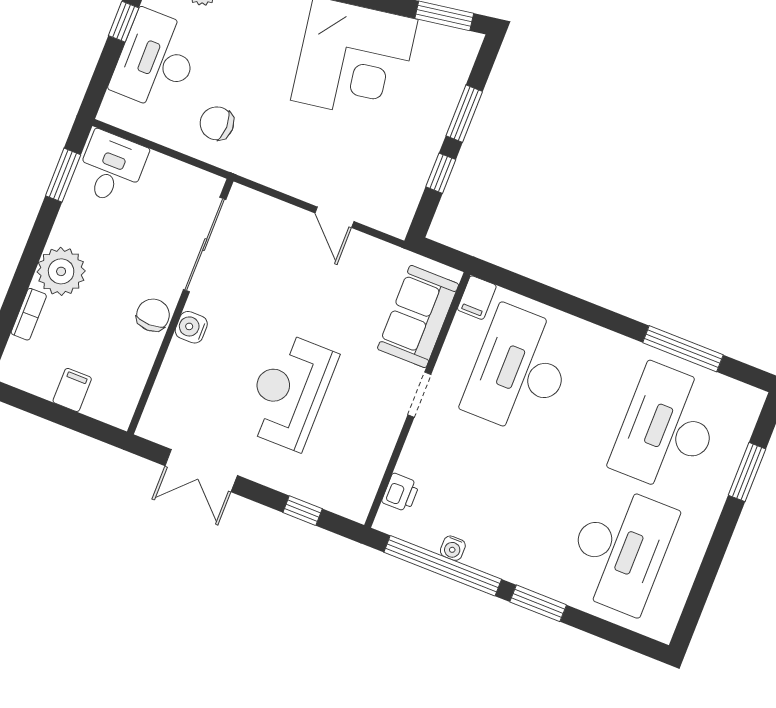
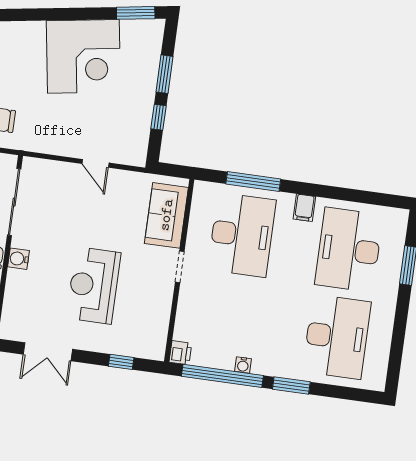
filing cabinet: (477, 298) -> (304, 208), moved
window: (683, 349) -> (253, 181), moved
desk: (520, 371) -> (242, 235), turned 180
printer: (401, 493) -> (180, 353), moved
water cooler: (453, 548) -> (243, 365), moved

